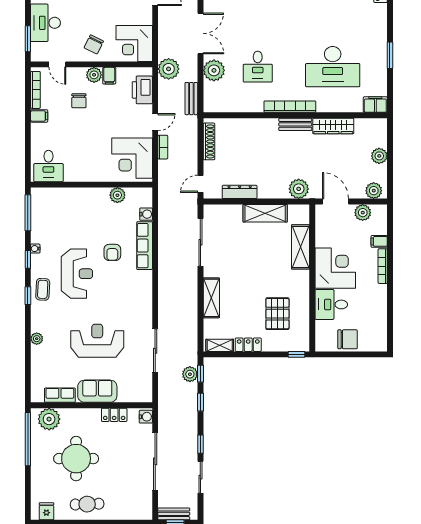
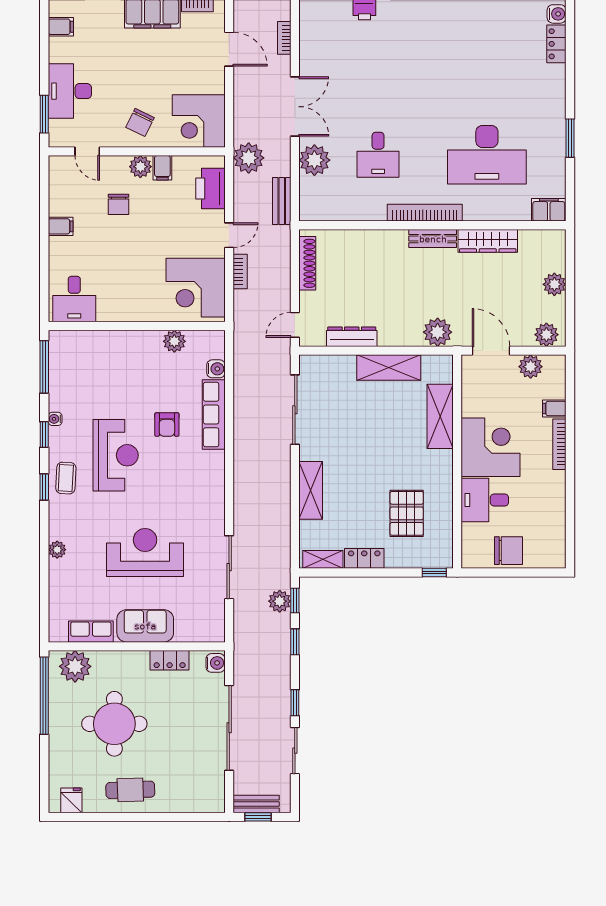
bookcase: (35, 90) -> (55, 189), removed

